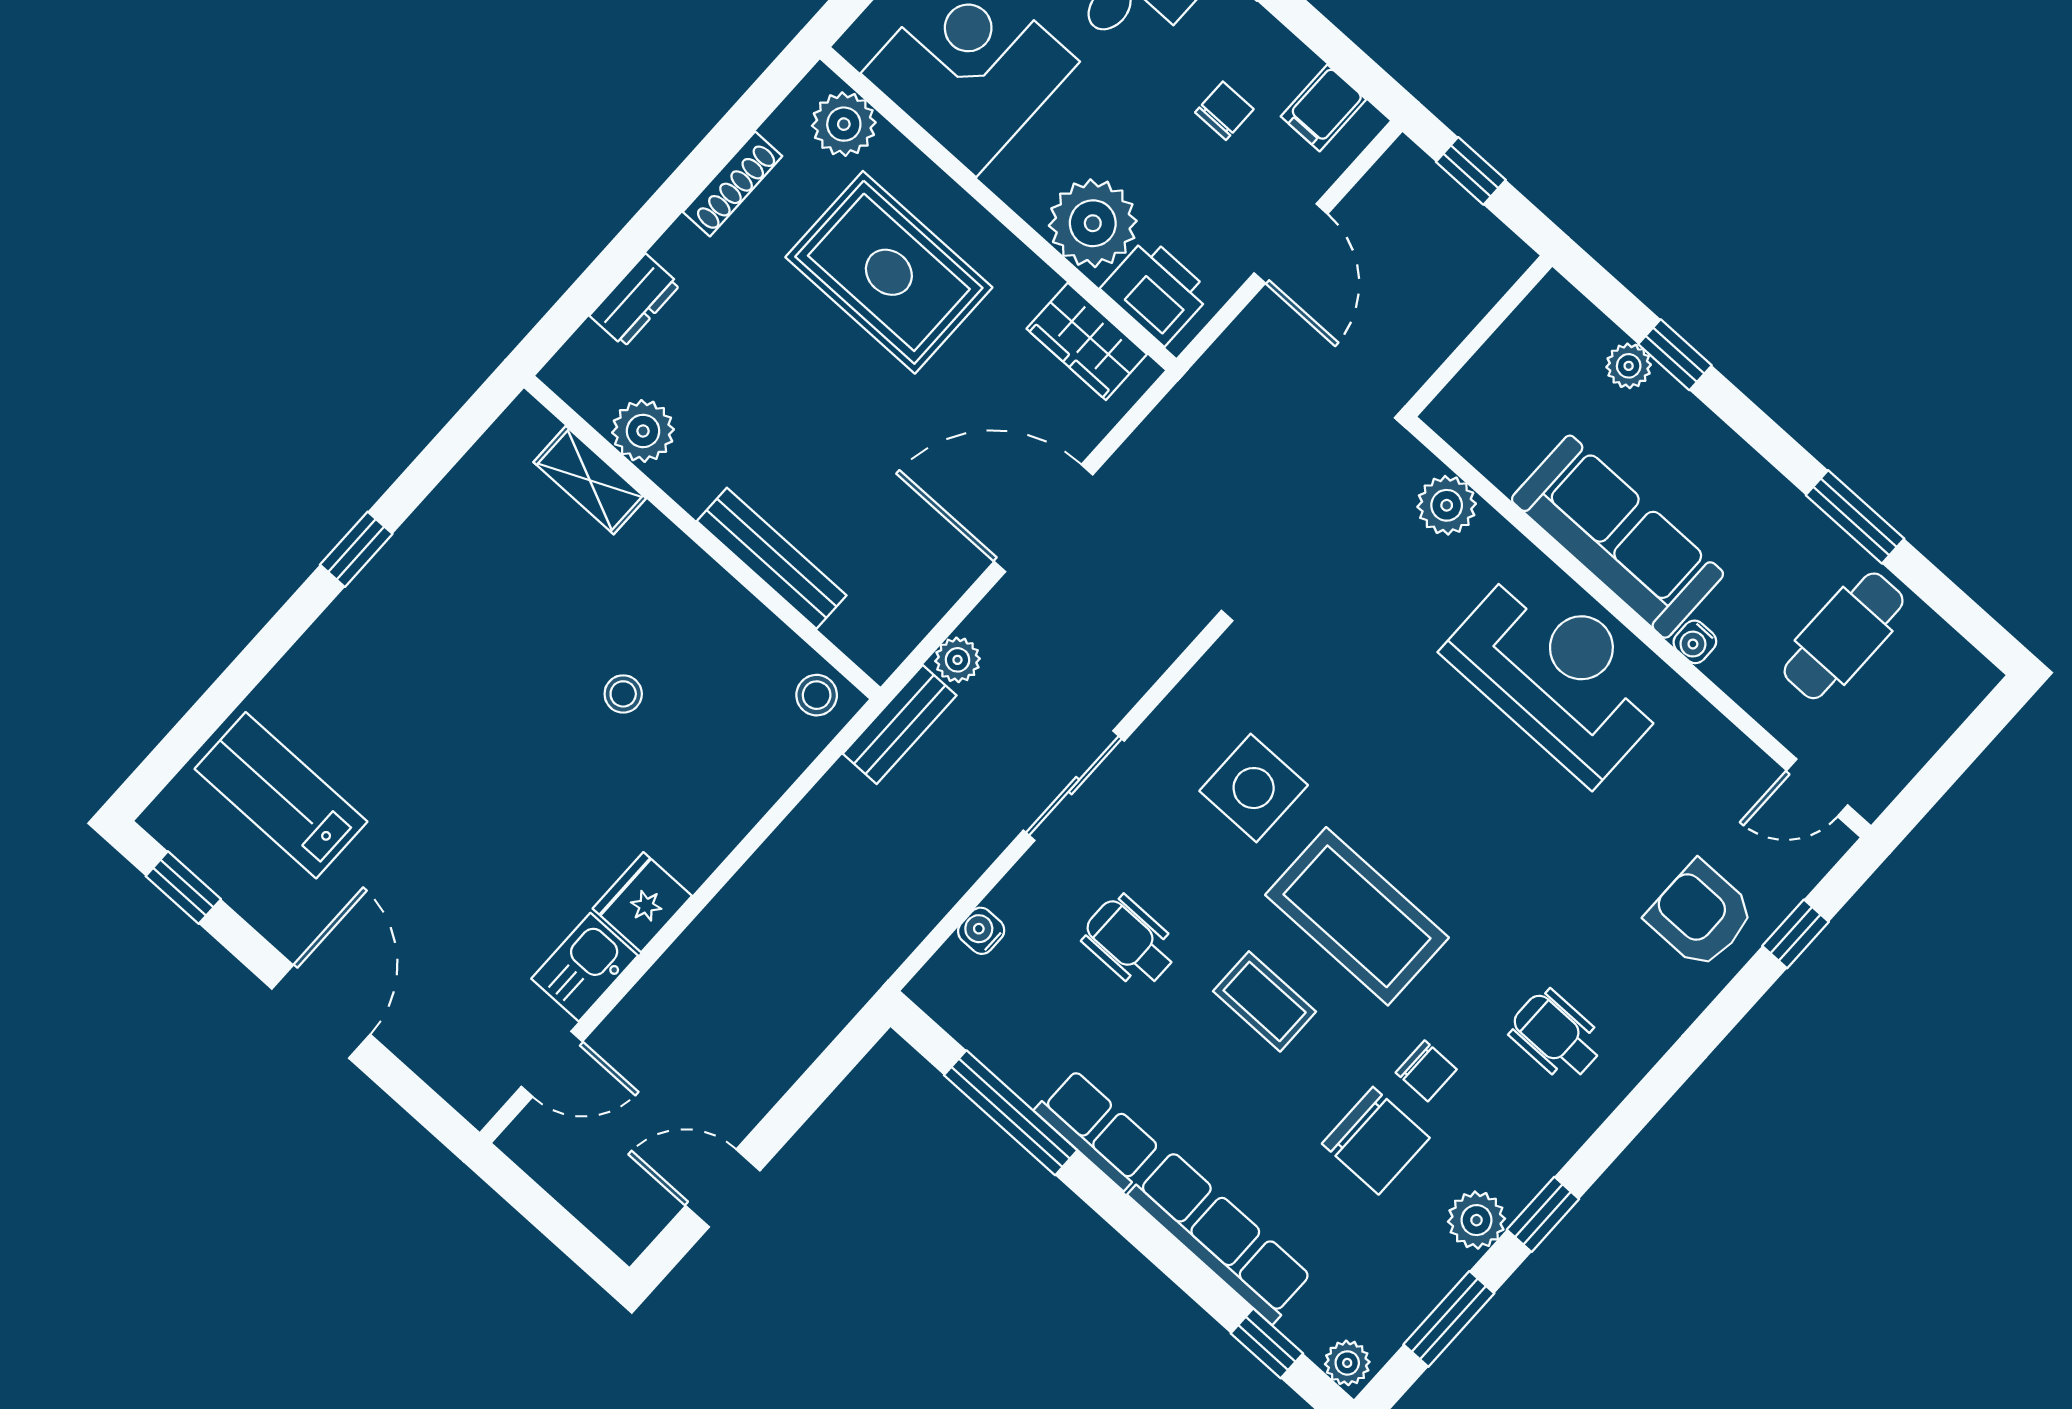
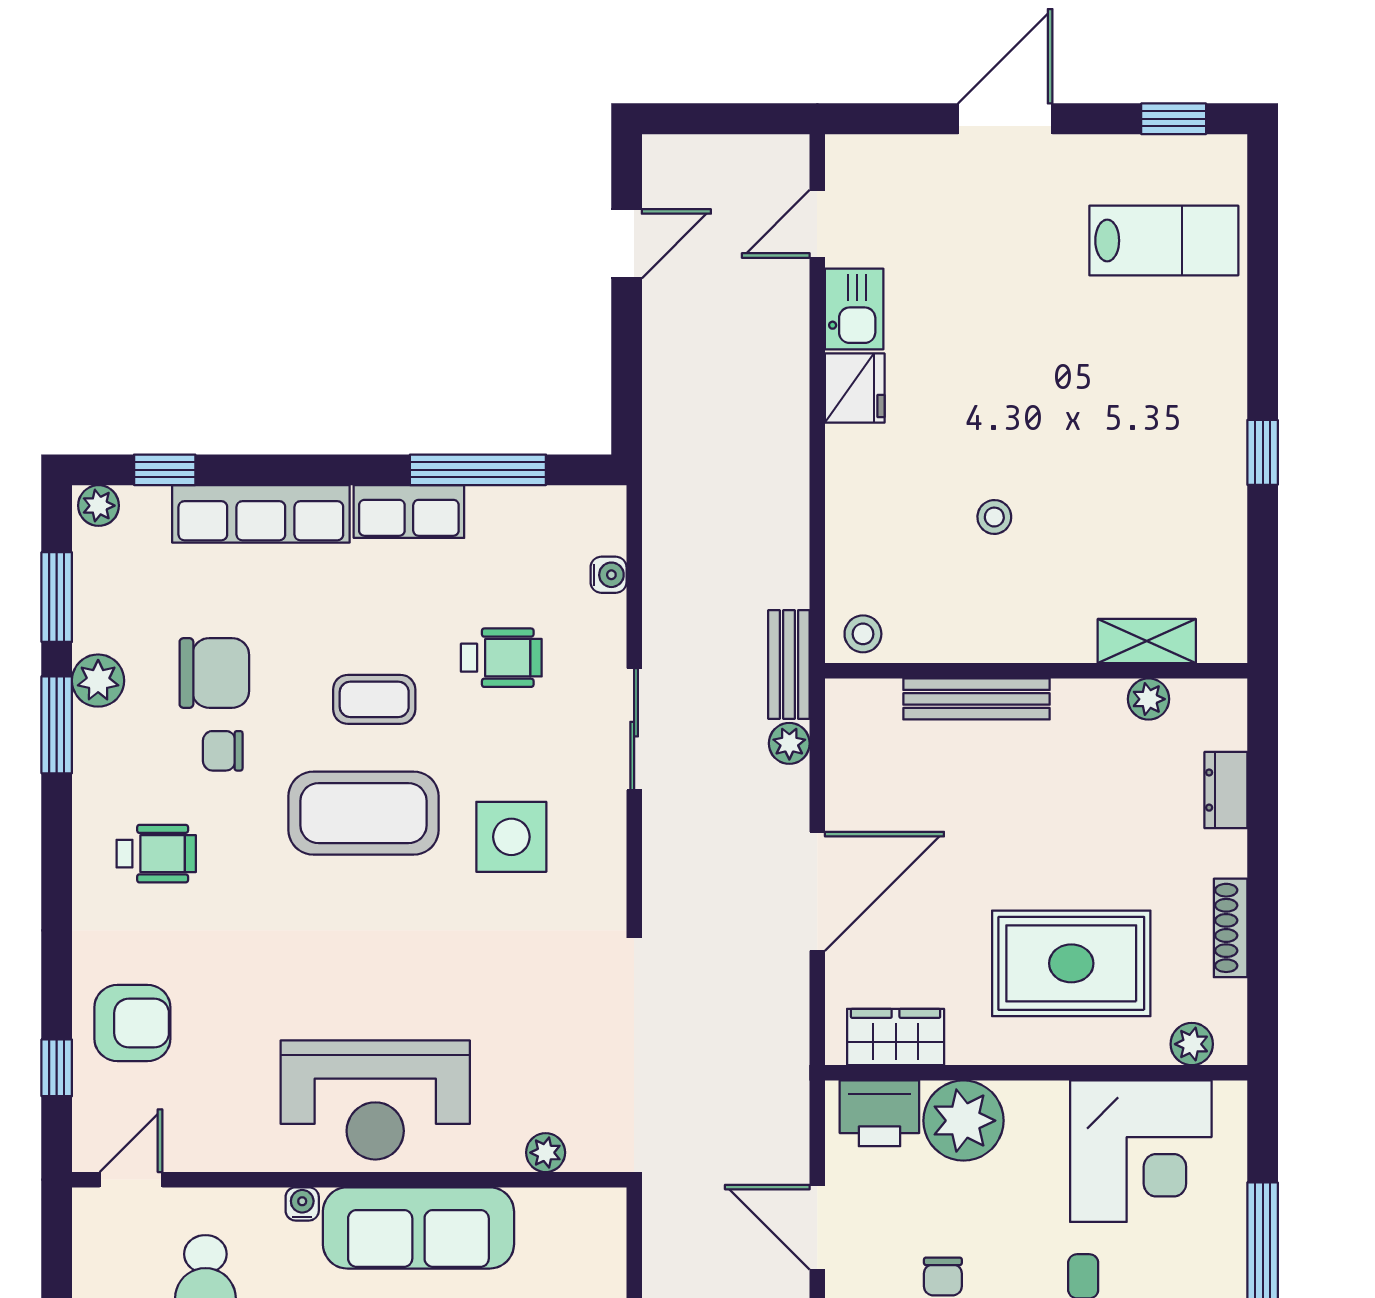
plant: (844, 124) -> (1192, 1044), width x0.73, depth x0.73
plant: (643, 431) -> (1149, 699), width x0.73, depth x0.73
plant: (1447, 505) -> (546, 1153), width x0.73, depth x0.73
door: (321, 1012) -> (1005, 119), swing flipped
chair: (1376, 1141) -> (214, 673), turned 180
window: (1543, 1214) -> (57, 725), width x1.50

